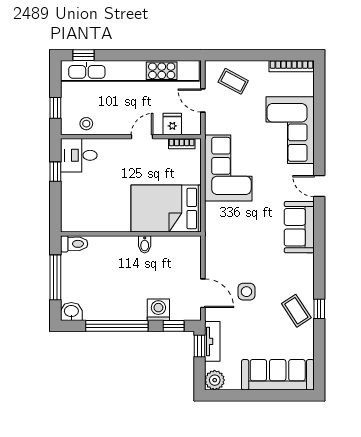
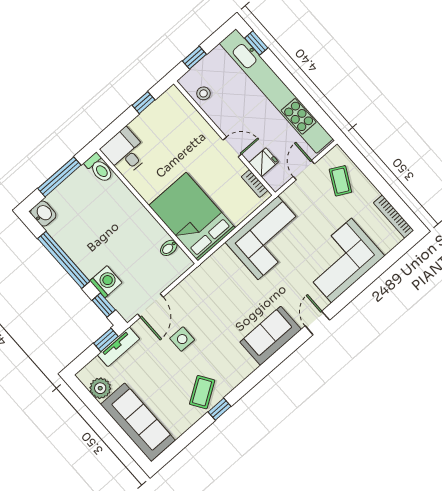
desk: (79, 155) -> (125, 152), moved
bidet: (145, 244) -> (169, 248), moved
plant: (215, 380) -> (100, 388), moved

